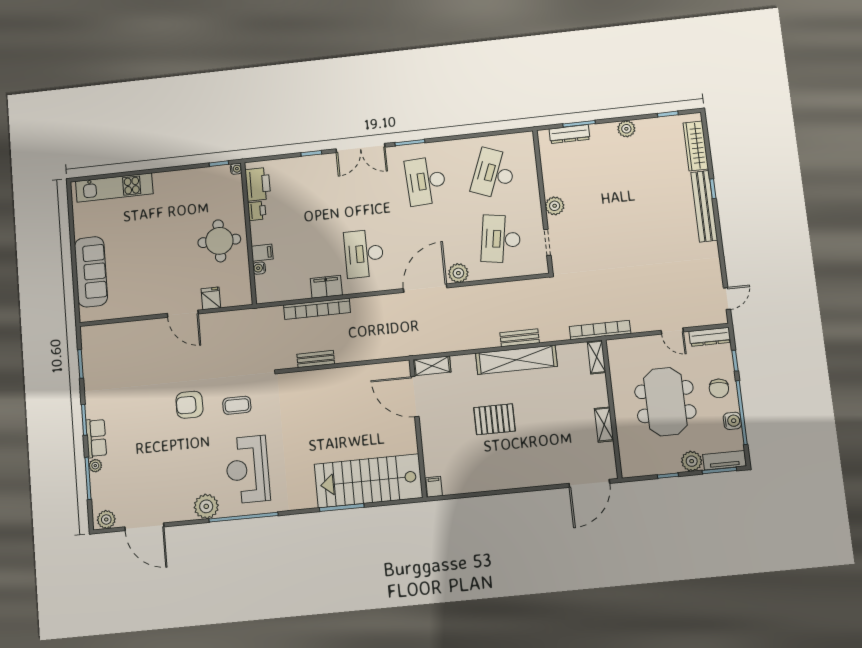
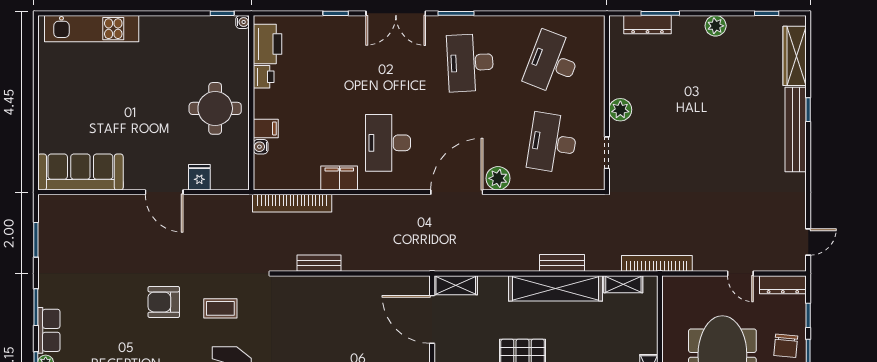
sofa: (91, 272) -> (80, 172), moved, turned -90
bookcase: (317, 309) -> (292, 203), moved
shelving: (597, 357) -> (623, 284), moved, turned 90

